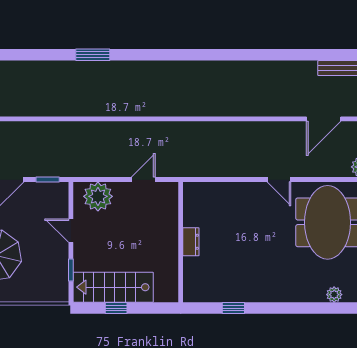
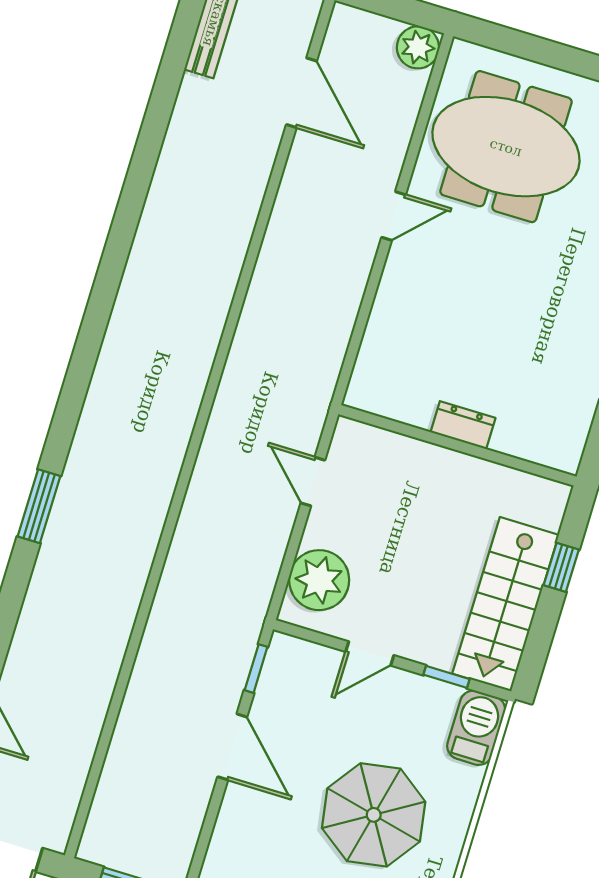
barbecue: (51, 291) -> (476, 728), added
window: (116, 308) -> (561, 567), moved

